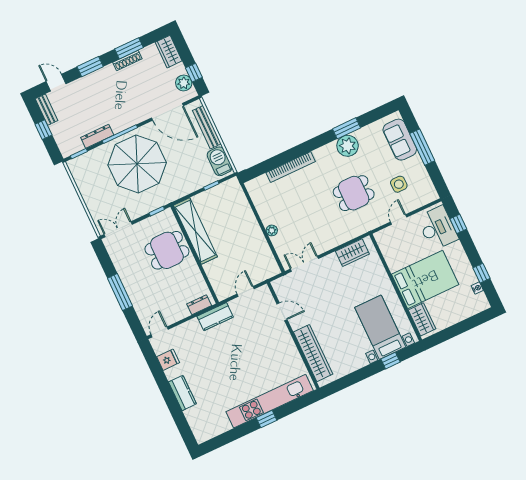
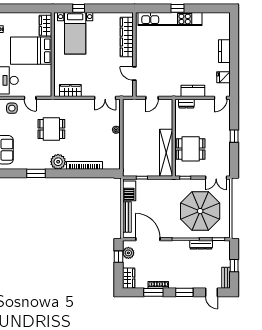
plant: (348, 146) -> (58, 162), moved
parasol: (137, 164) -> (200, 211), moved
side table: (399, 184) -> (12, 108), moved
door: (399, 220) -> (30, 98), hinge flipped
window: (120, 292) -> (234, 136), width x0.46
kitchen counter: (215, 317) -> (193, 91), moved

